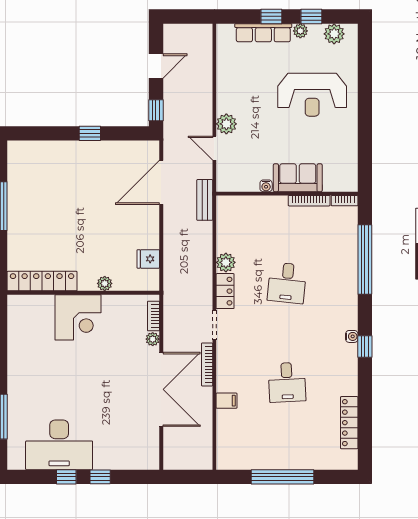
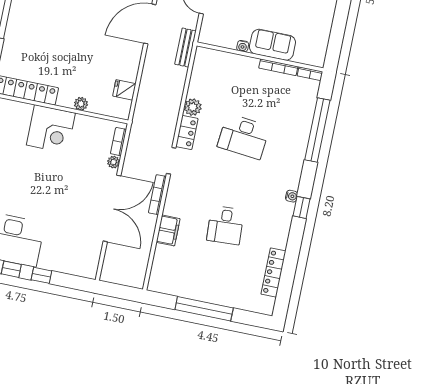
desk: (287, 283) -> (244, 137), width x1.37
filing cabinet: (226, 401) -> (168, 230), width x2.00

